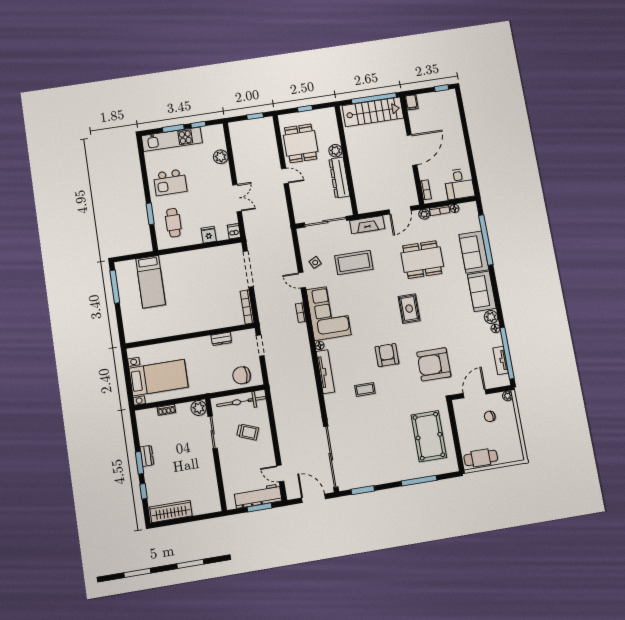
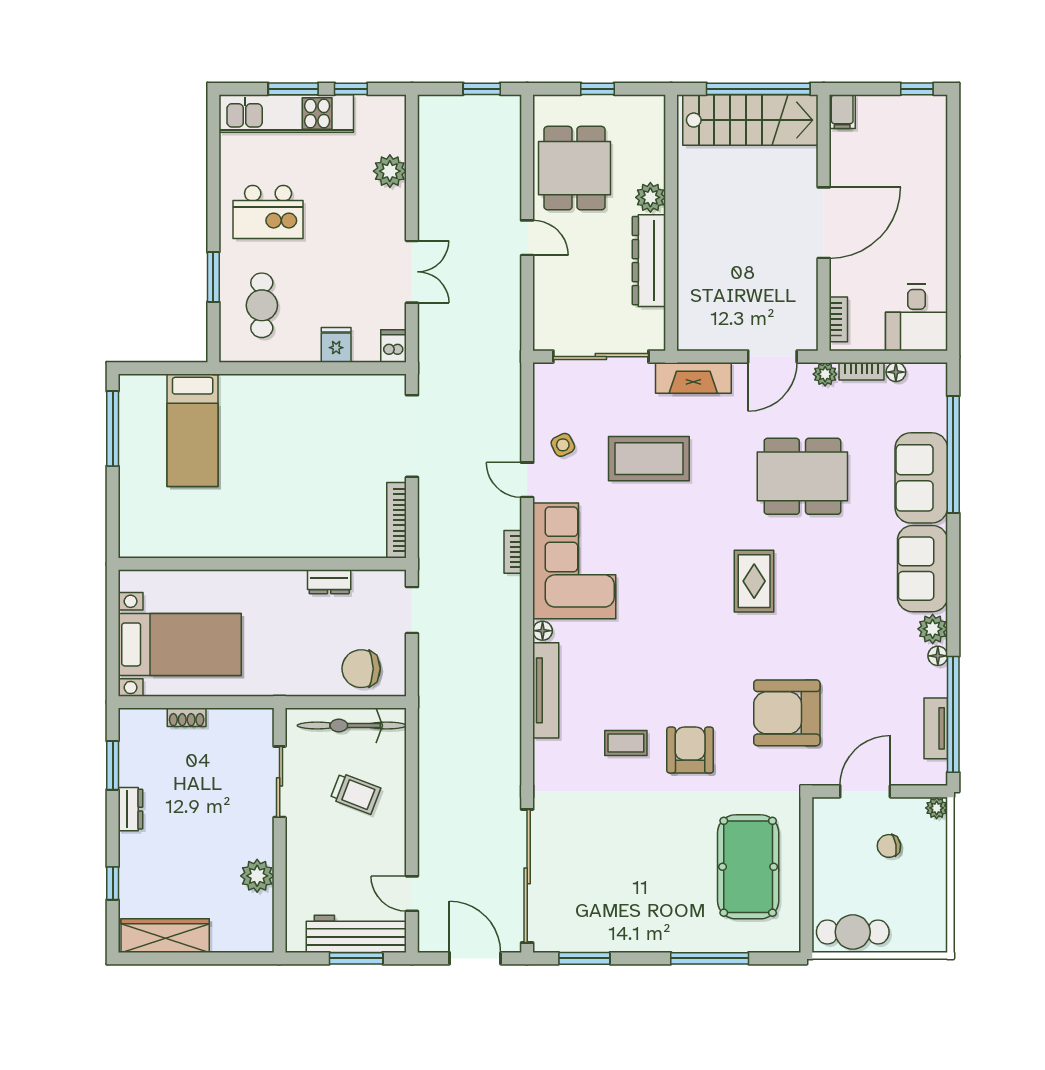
armchair: (387, 355) -> (690, 750), moved
plant: (199, 408) -> (257, 876), moved
window: (139, 463) -> (113, 765), moved

